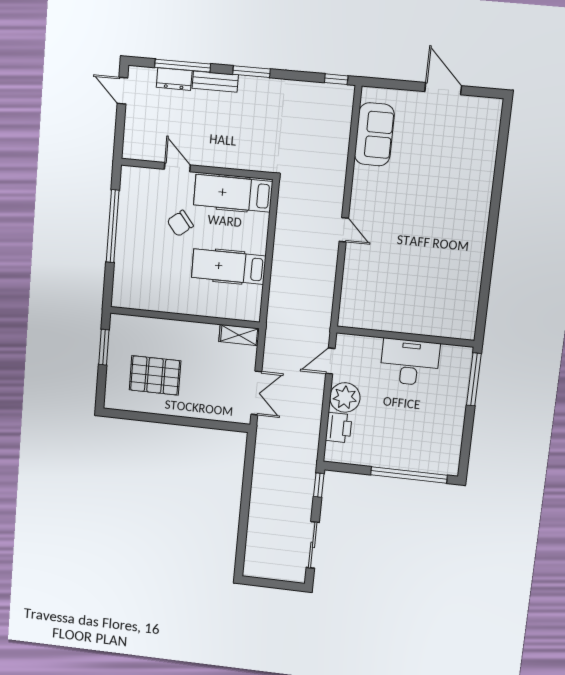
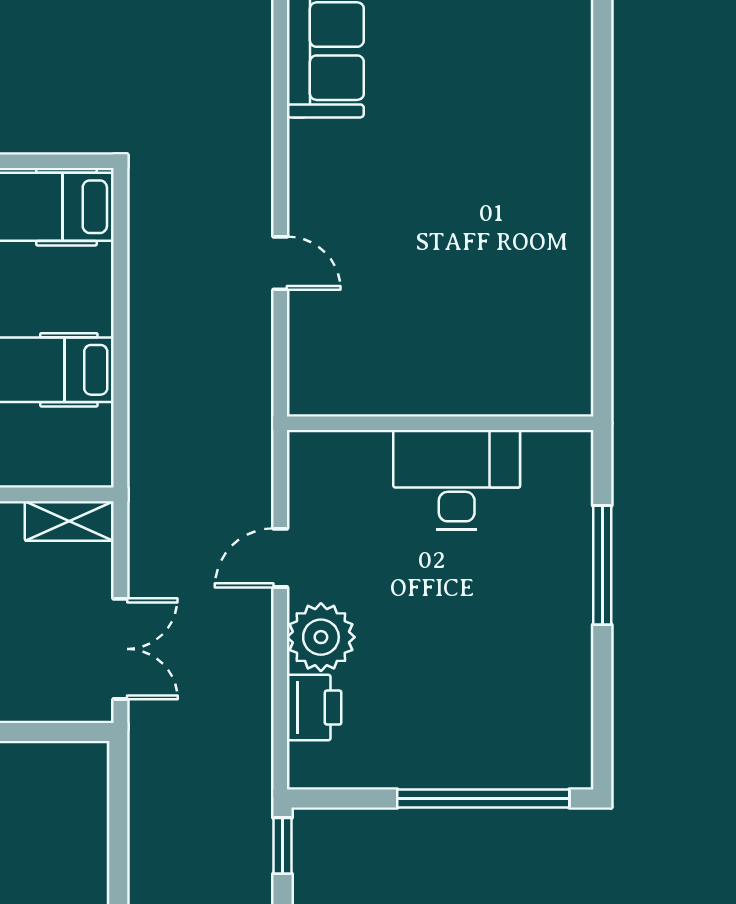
wall: (405, 337) -> (440, 423), moved
desk: (410, 362) -> (457, 480), moved

